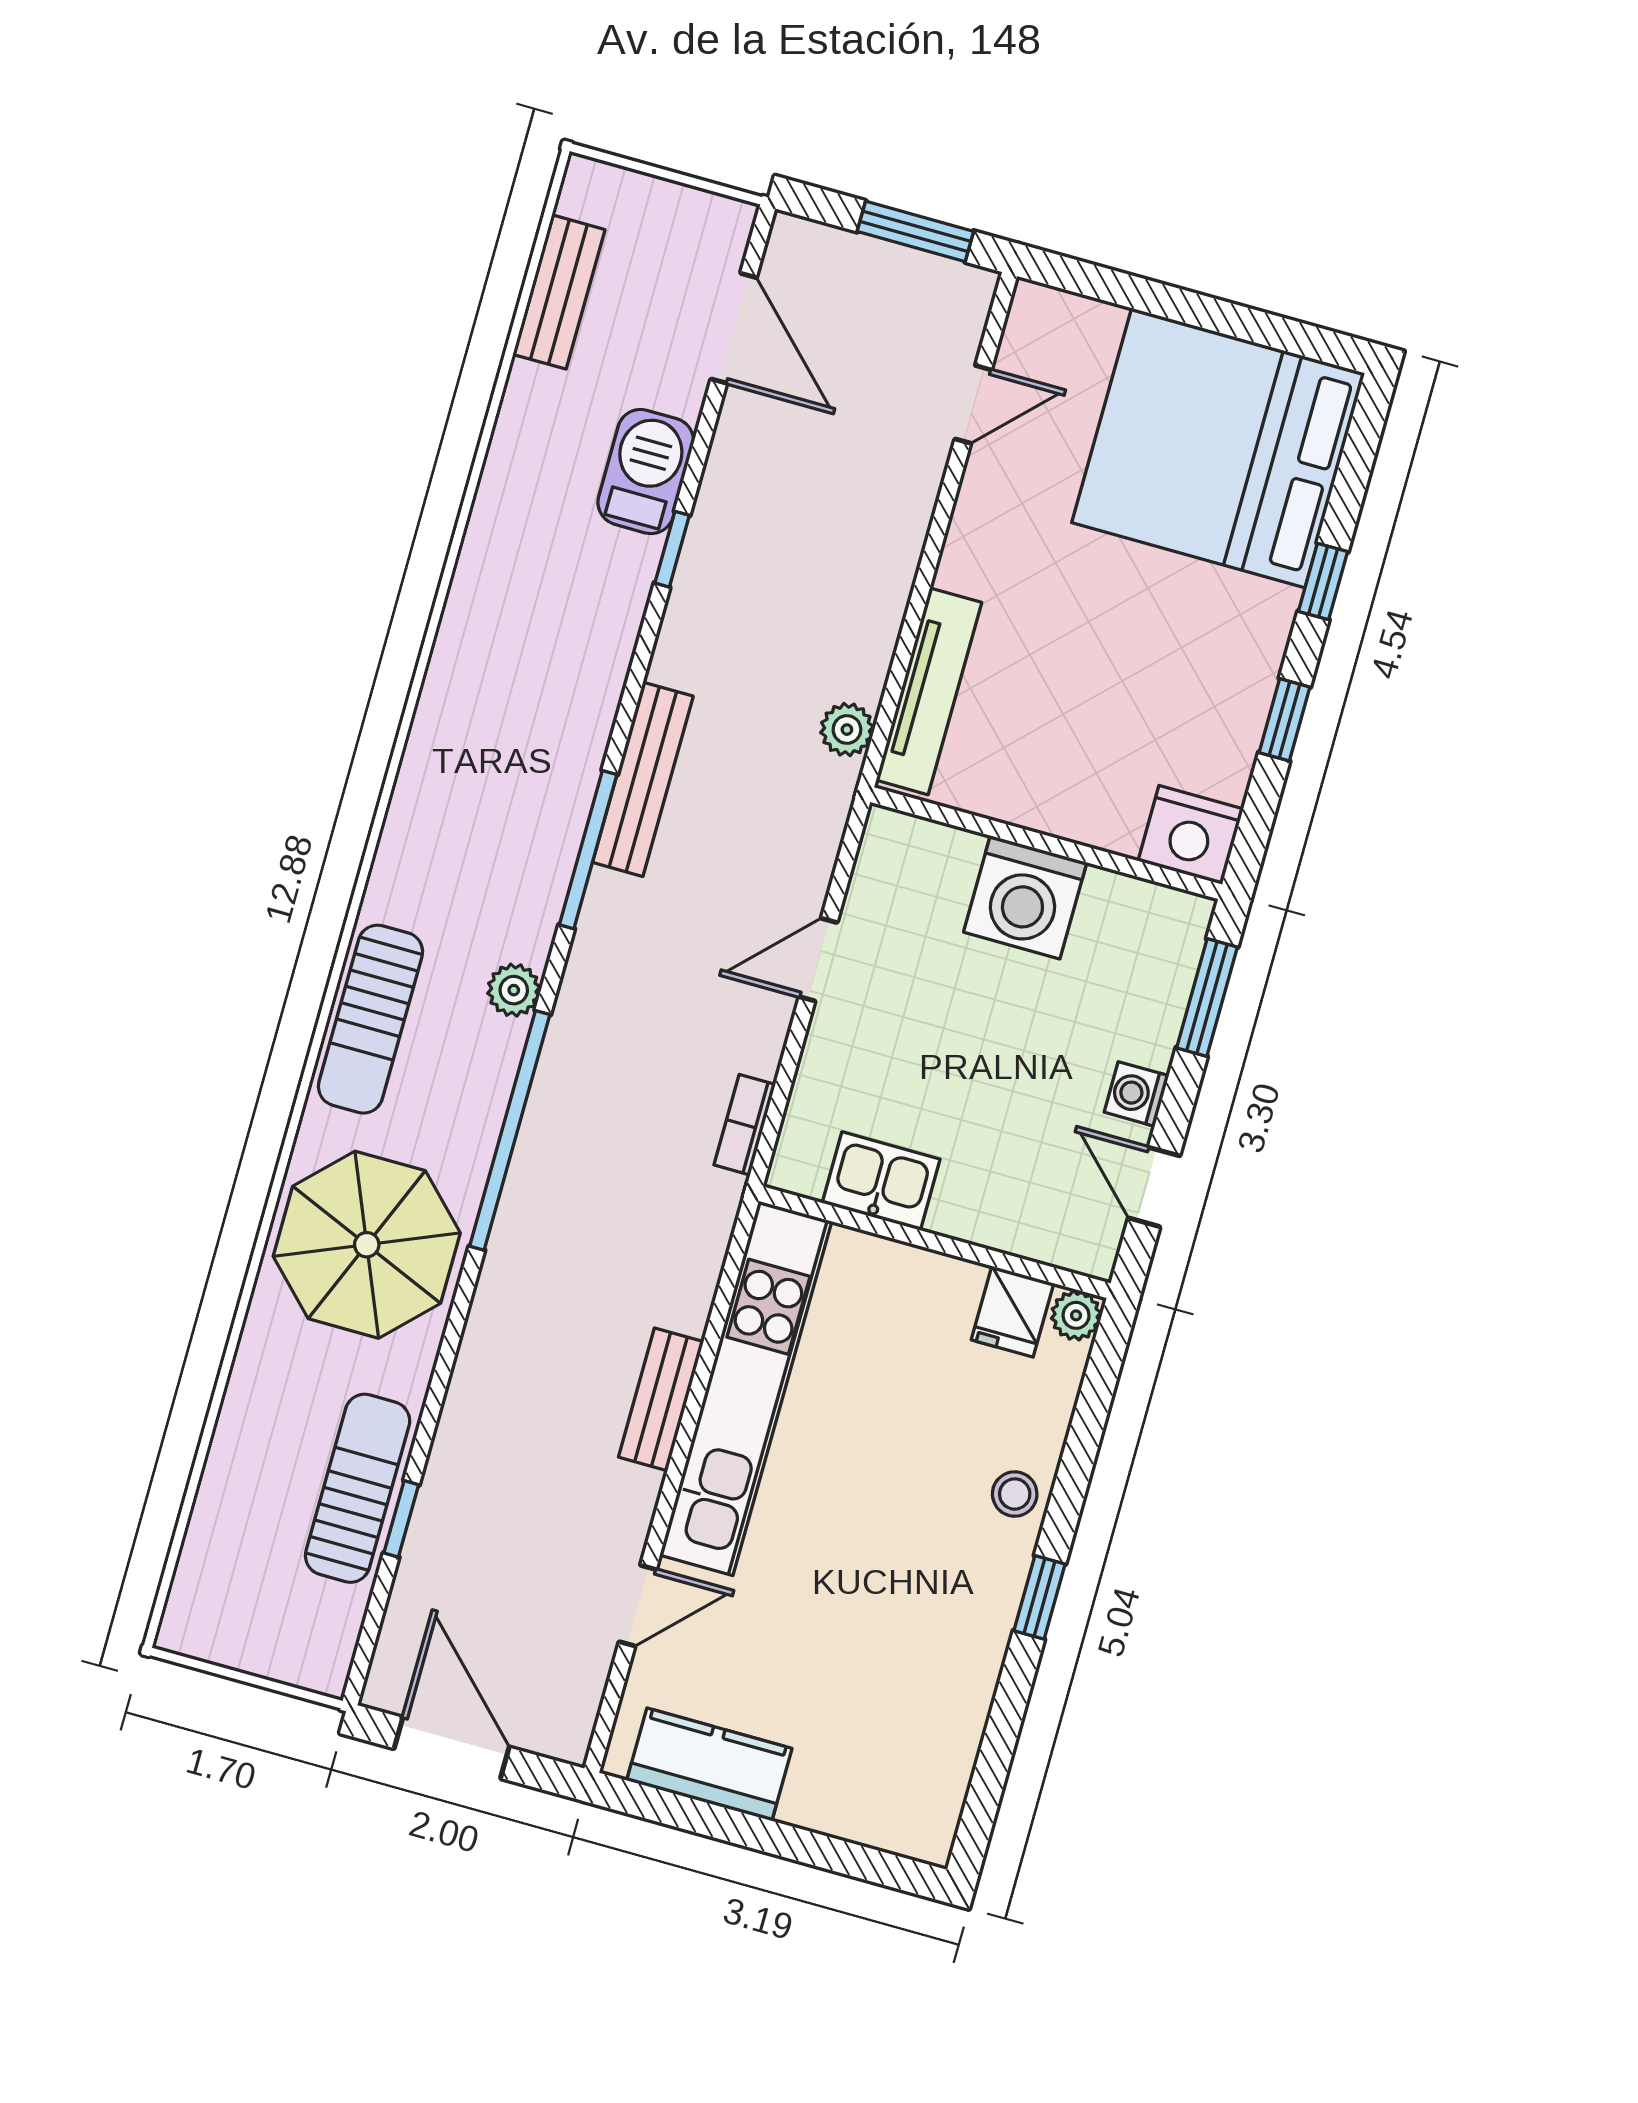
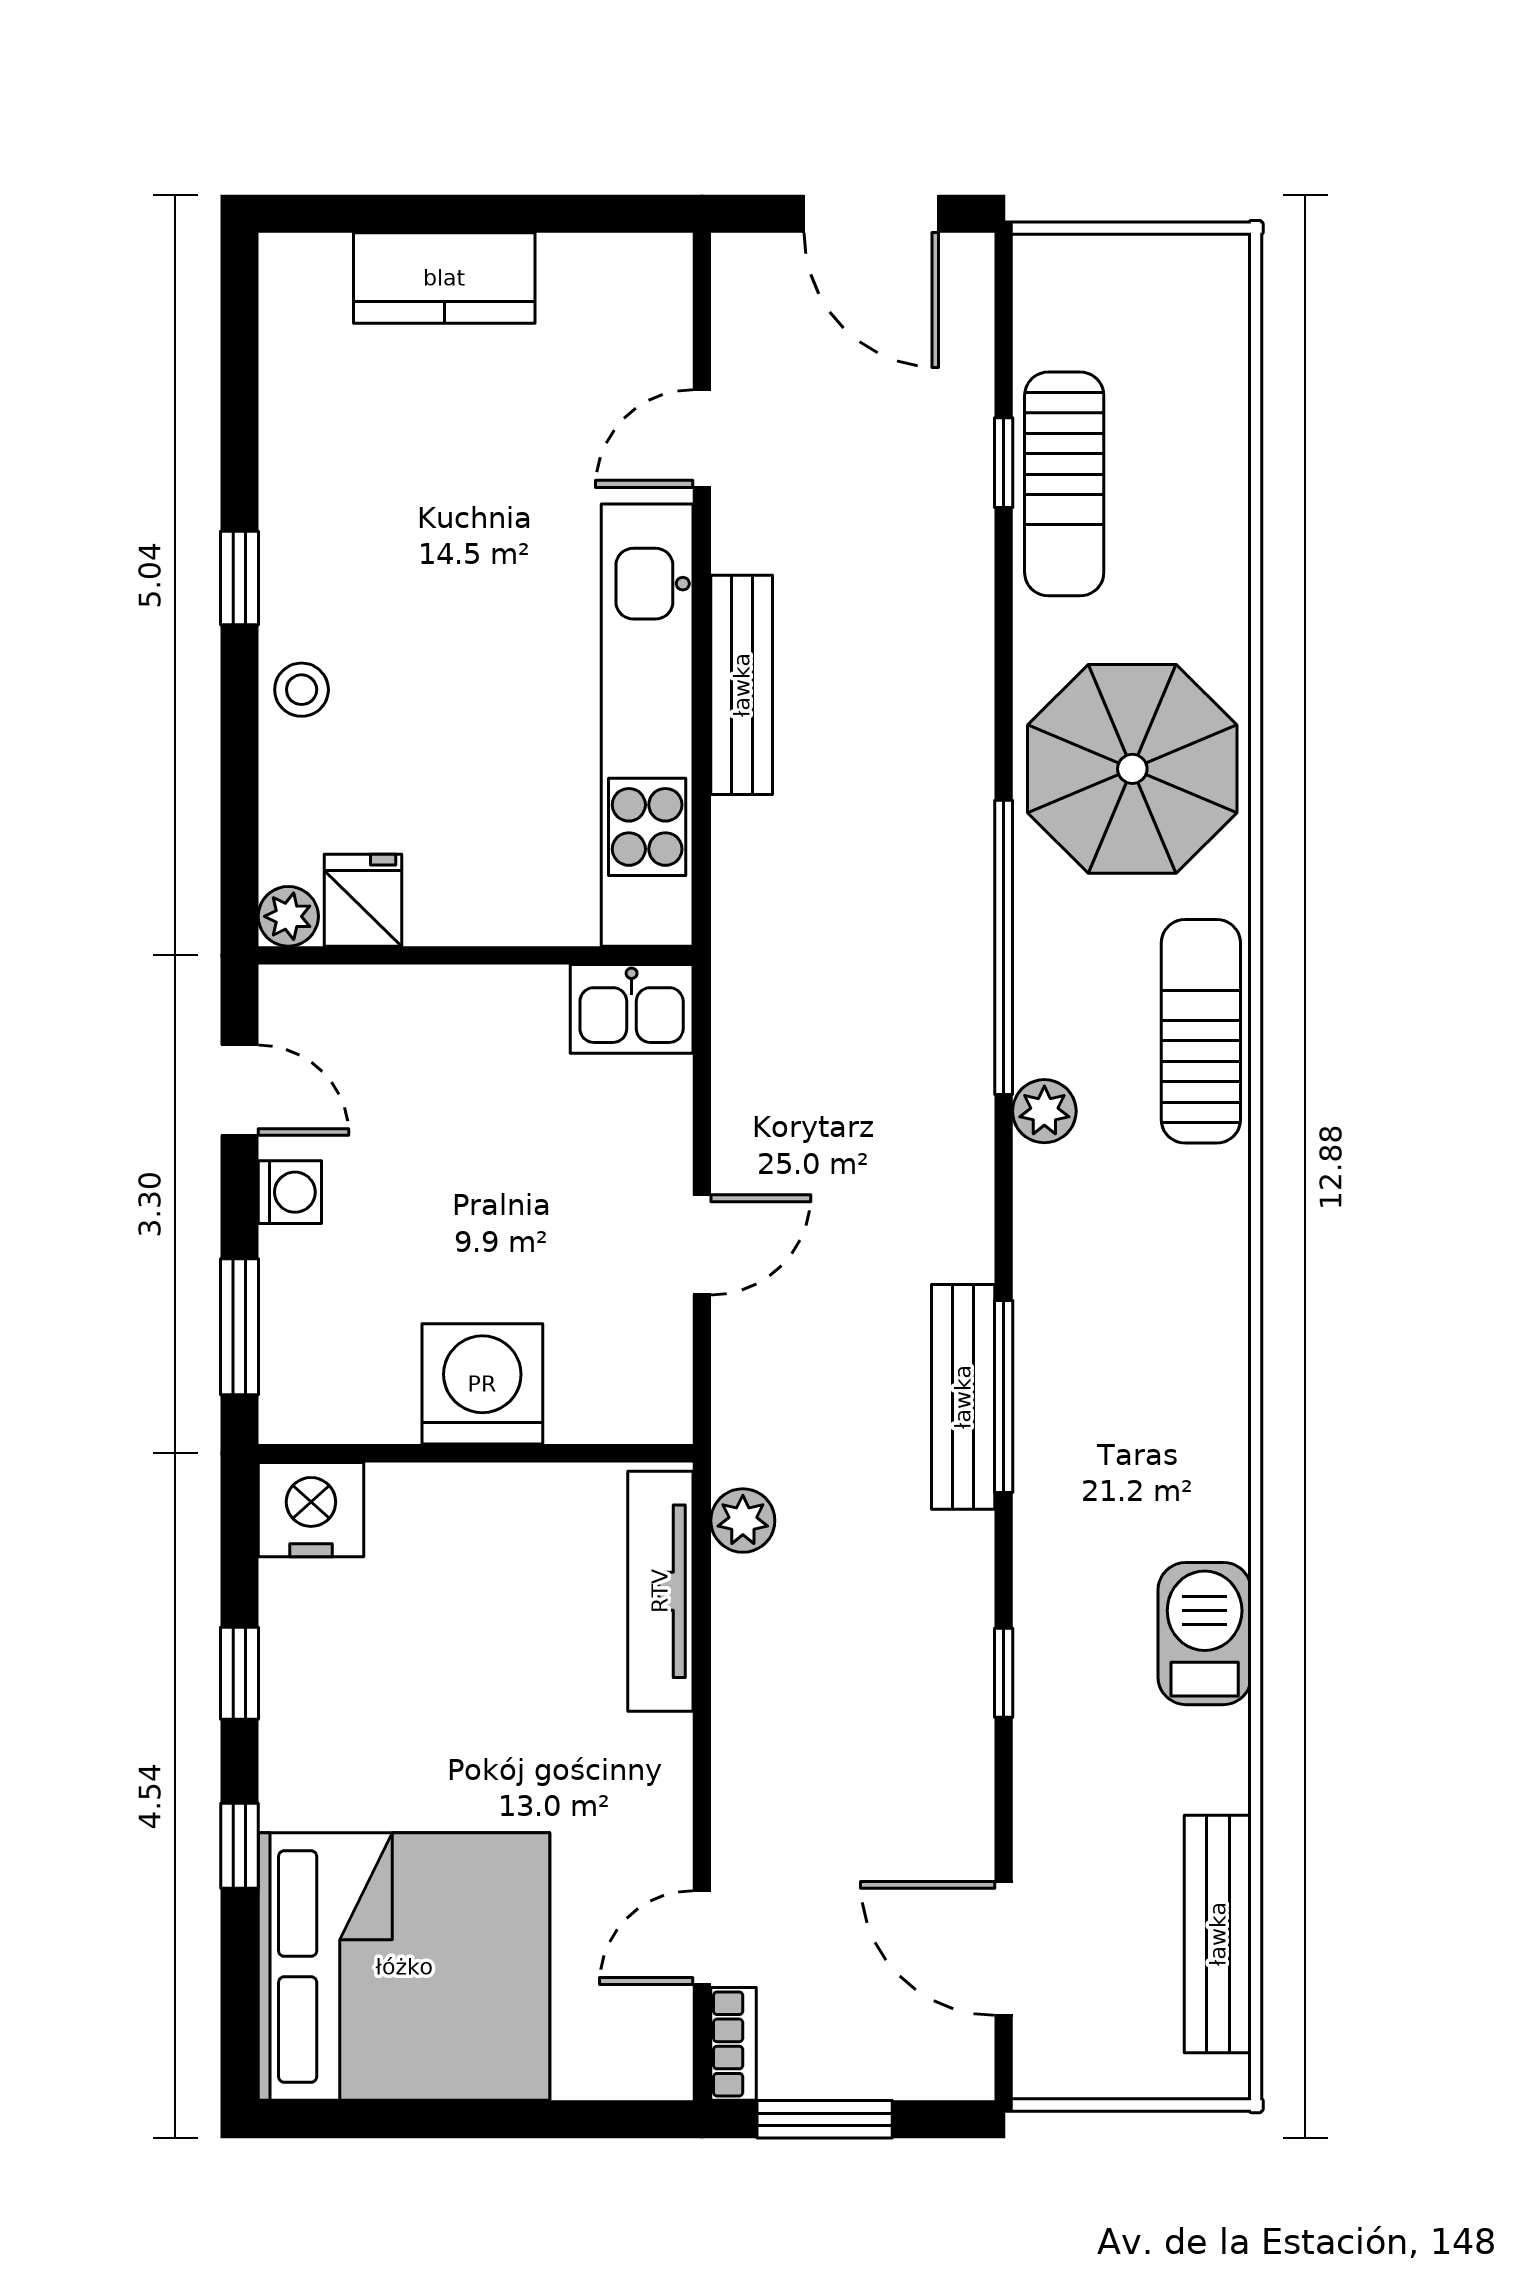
bench: (559, 292) -> (1218, 1934), width x1.36
barbecue: (646, 472) -> (1205, 1634), moved, turned 180
window: (588, 850) -> (1004, 1396), moved
bookcase: (745, 1125) -> (734, 2044), moved
kitchen sink: (881, 1181) -> (632, 1009), moved
bench: (661, 1399) -> (742, 685), width x1.36
kitchen counter: (709, 1764) -> (444, 278), moved

